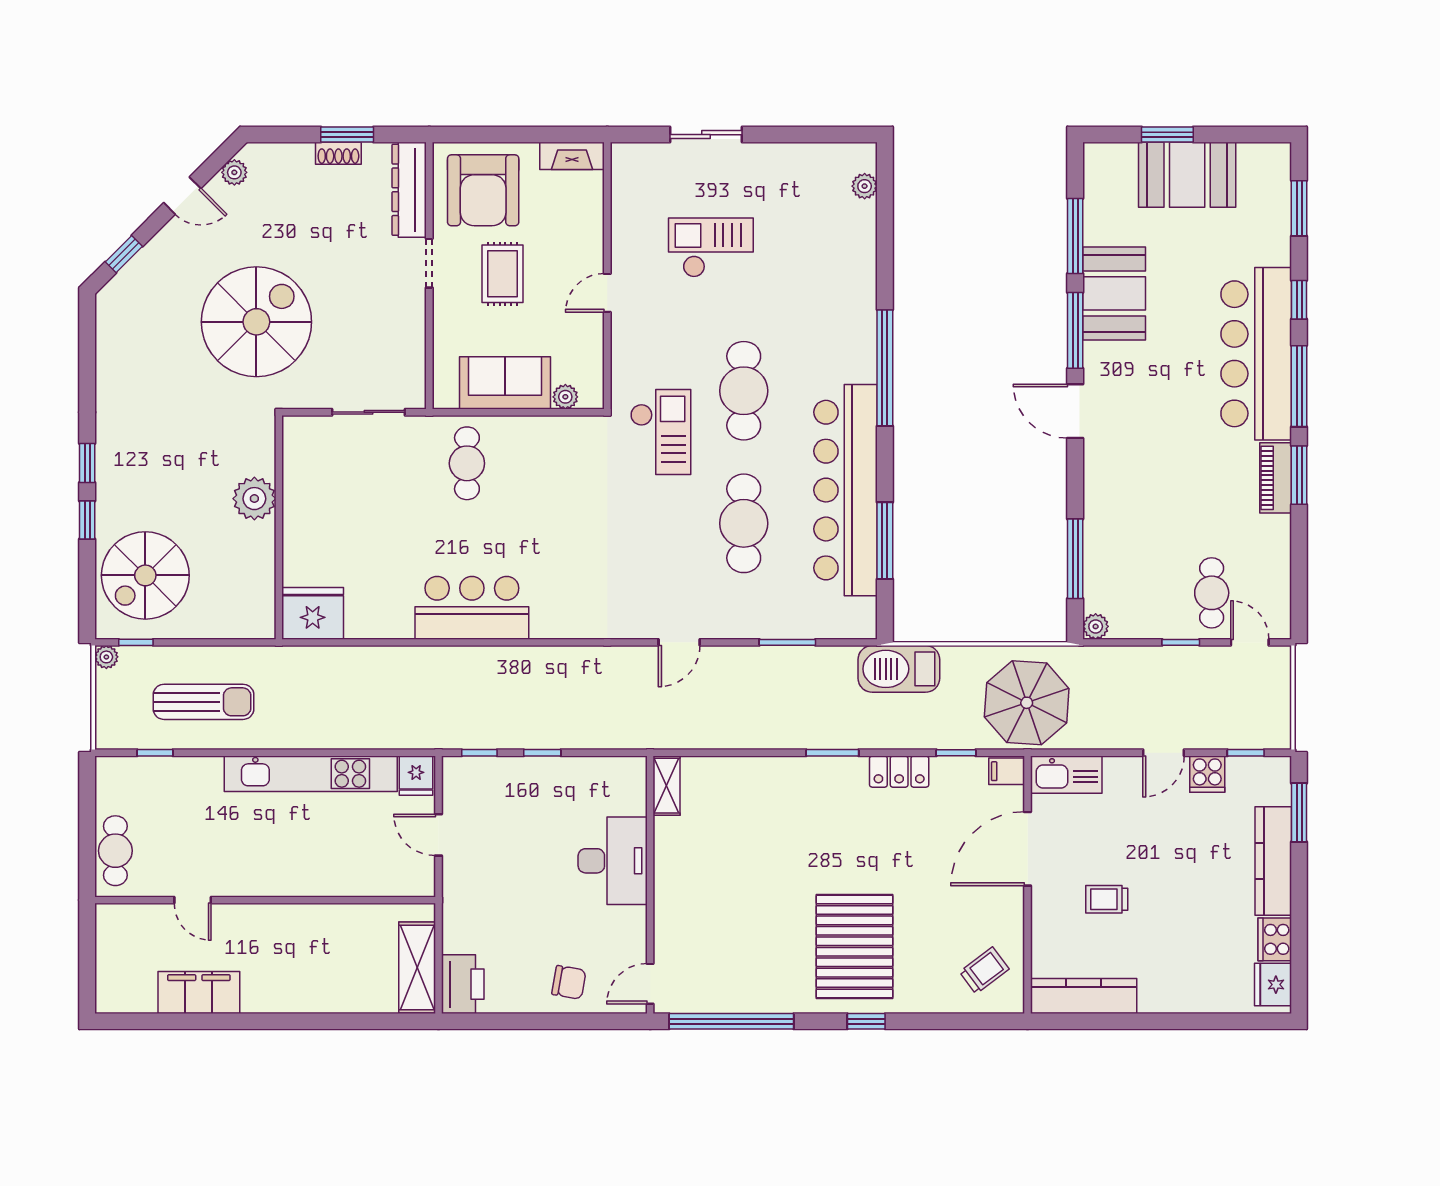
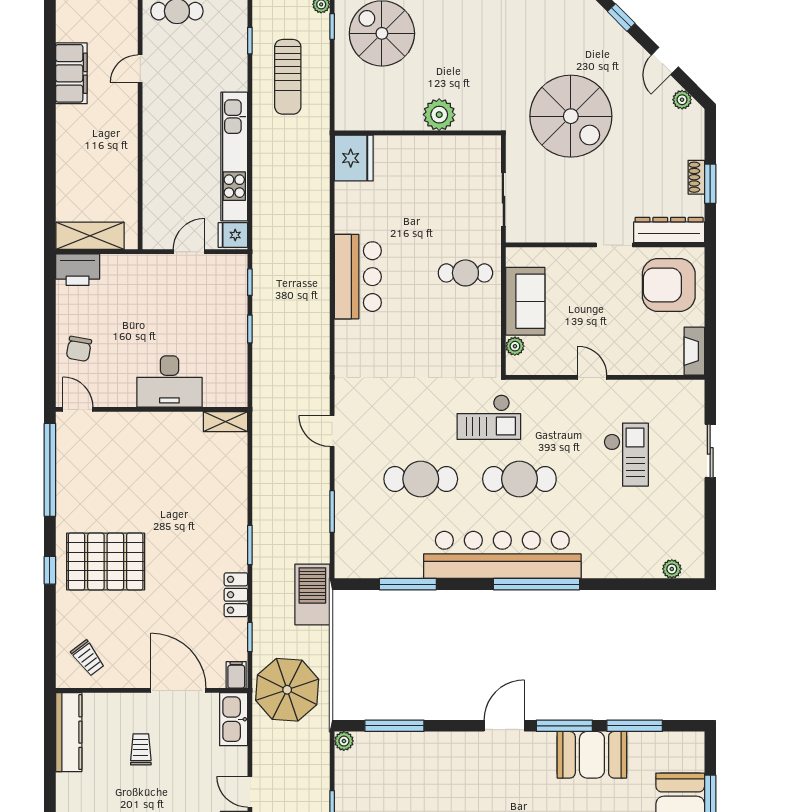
rug: (503, 274) -> (607, 299), removed
bar counter: (846, 490) -> (502, 555), moved

